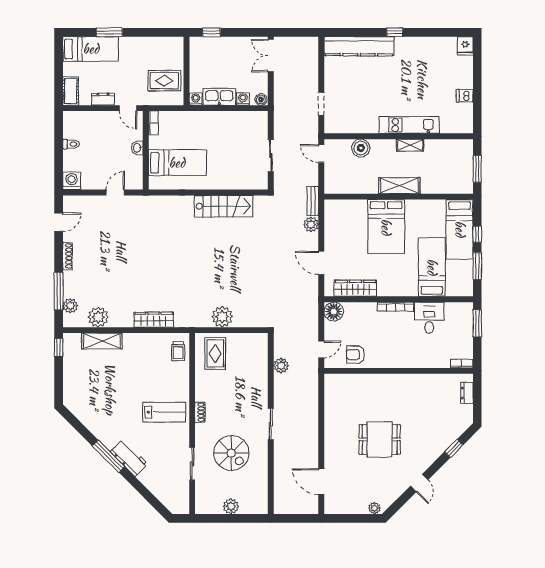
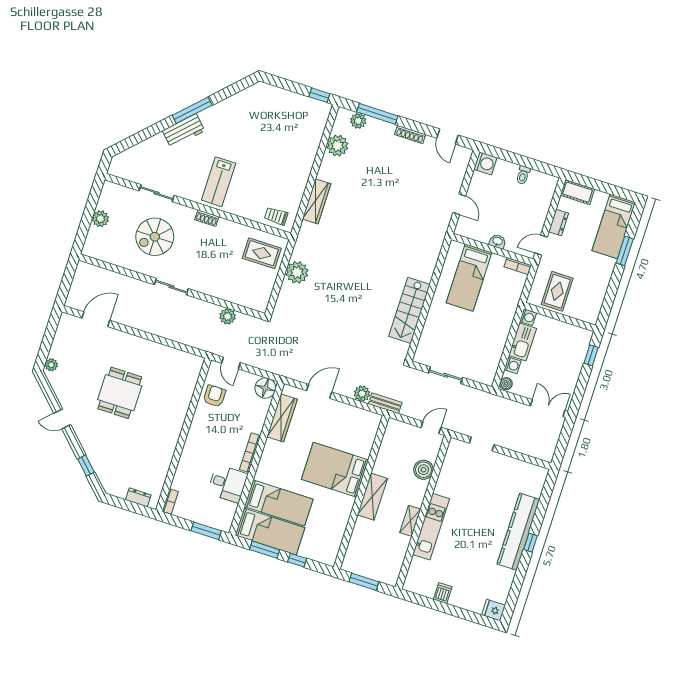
kitchen counter: (359, 46) -> (518, 532), moved
bed: (460, 229) -> (270, 531), moved, turned 180
shelving: (102, 341) -> (312, 142), removed

